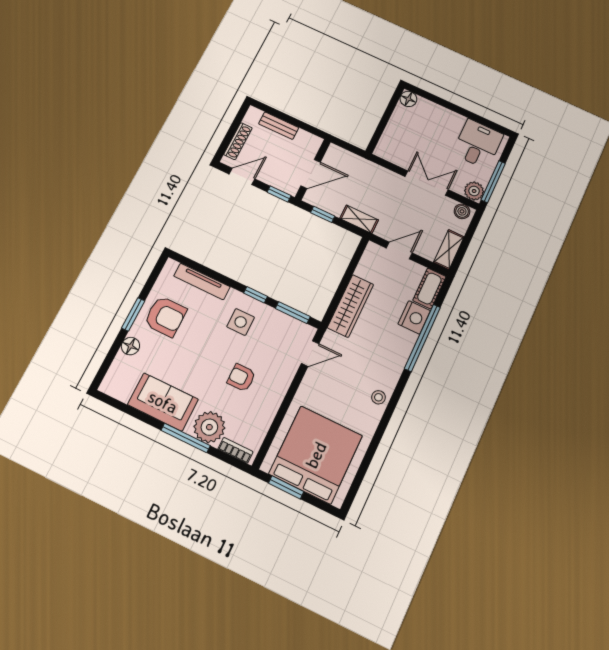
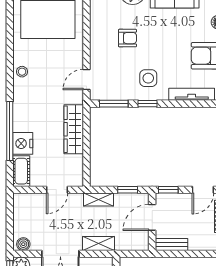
bench: (279, 126) -> (171, 245), moved
shelving: (449, 250) -> (99, 244), moved, turned 90

